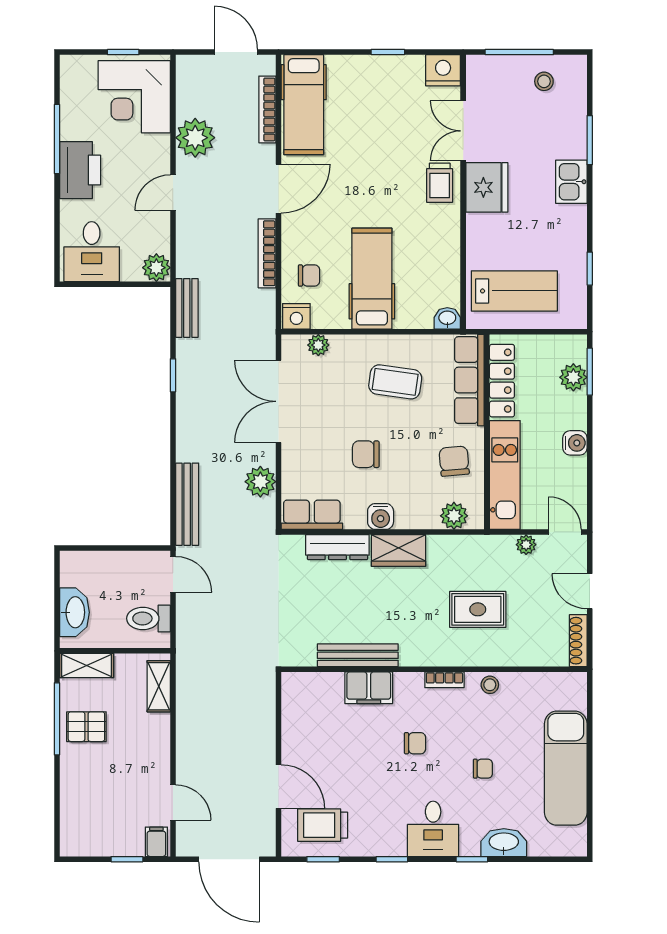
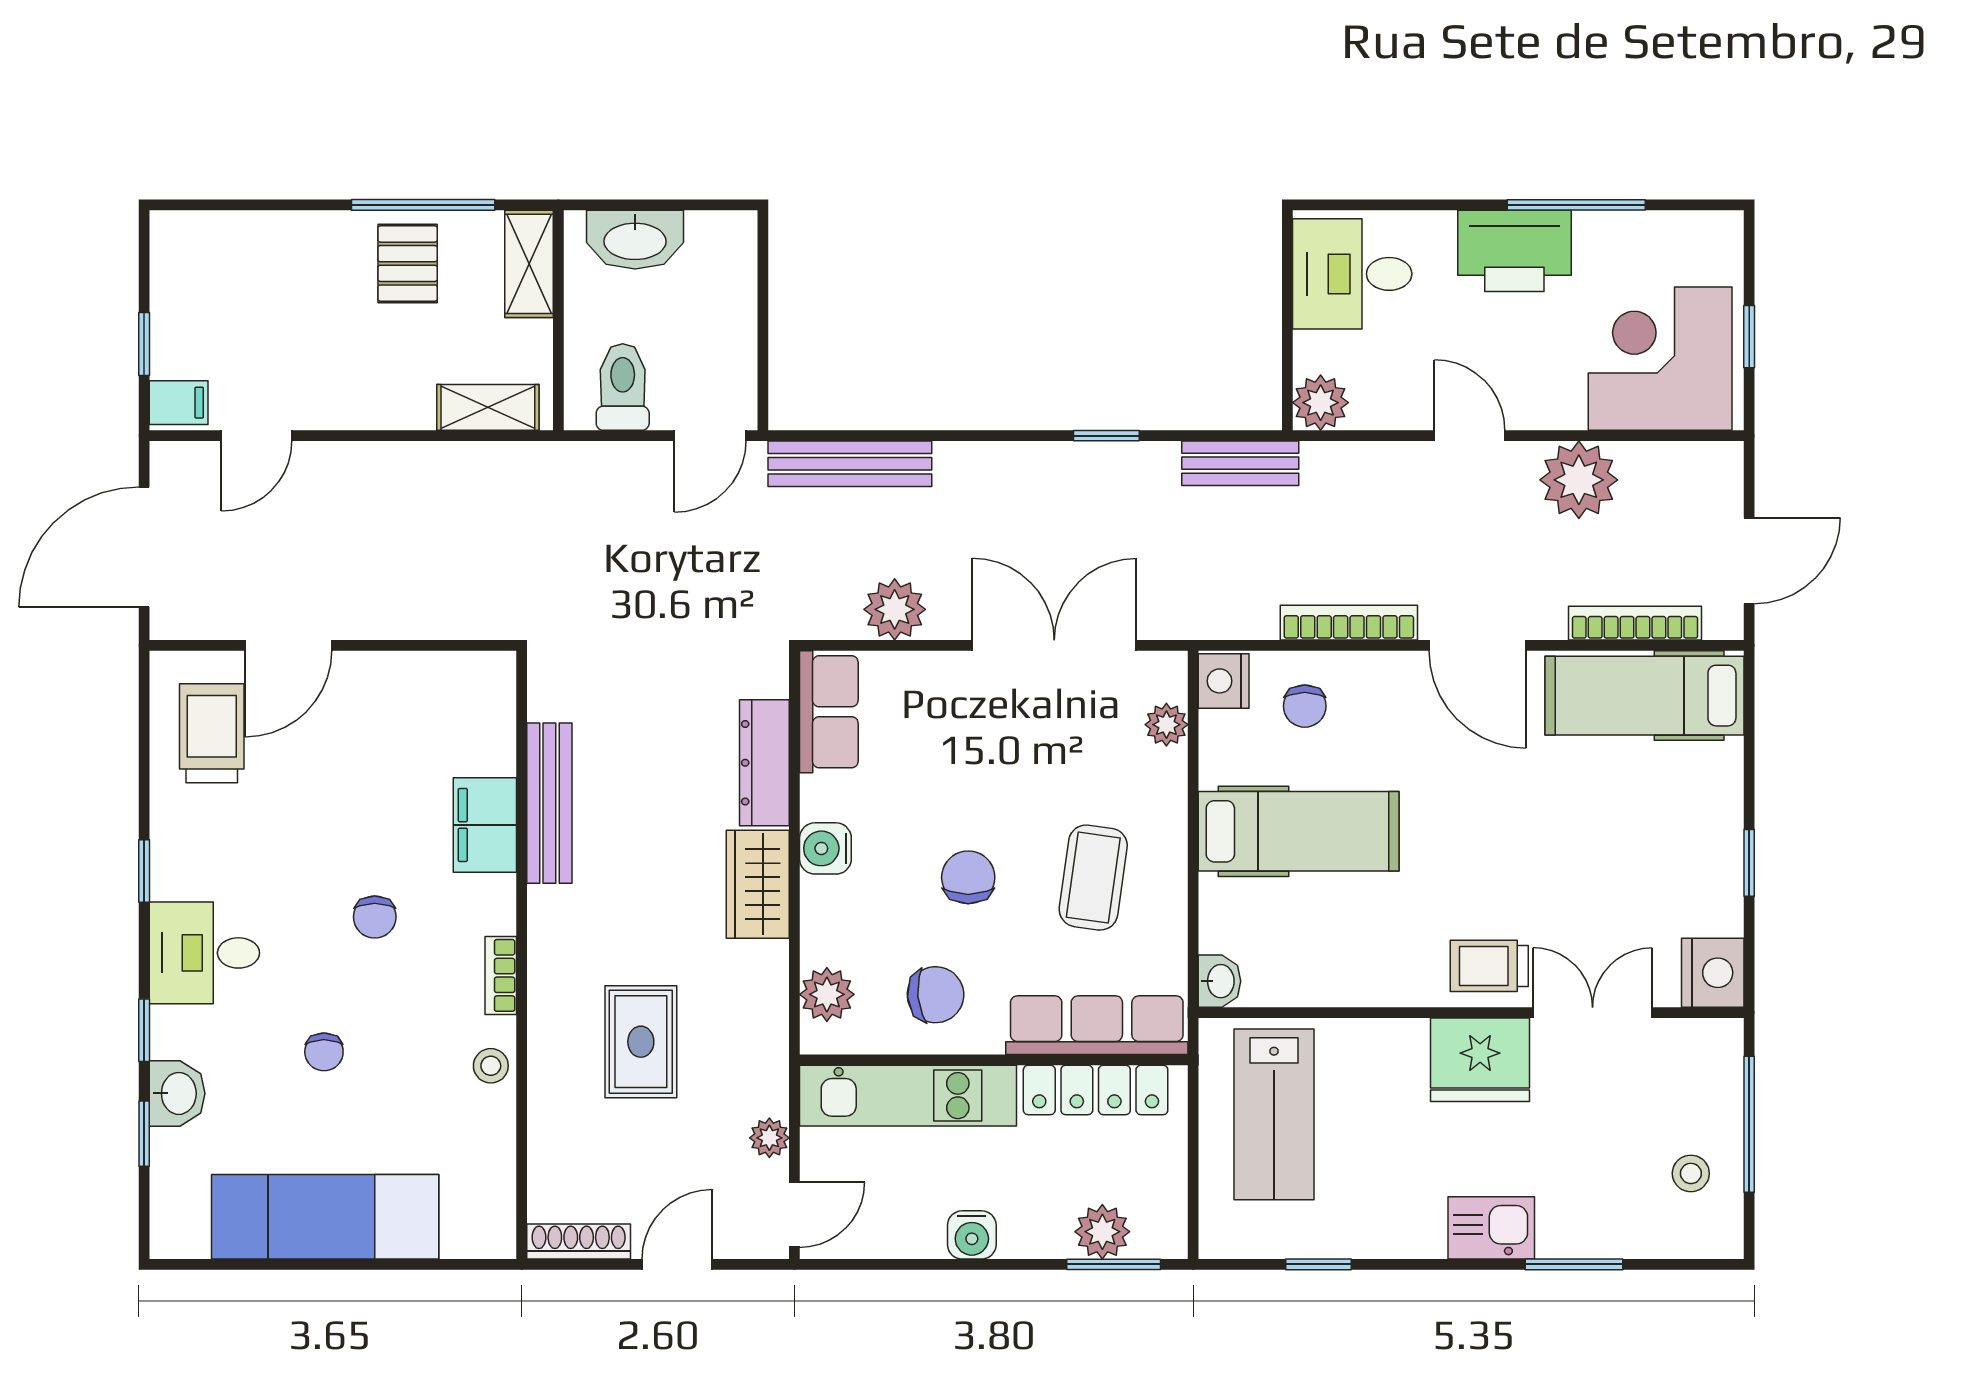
chair: (366, 454) -> (968, 877), moved
washbasin: (504, 843) -> (177, 1093), width x0.72
window: (323, 859) -> (144, 1134), moved

